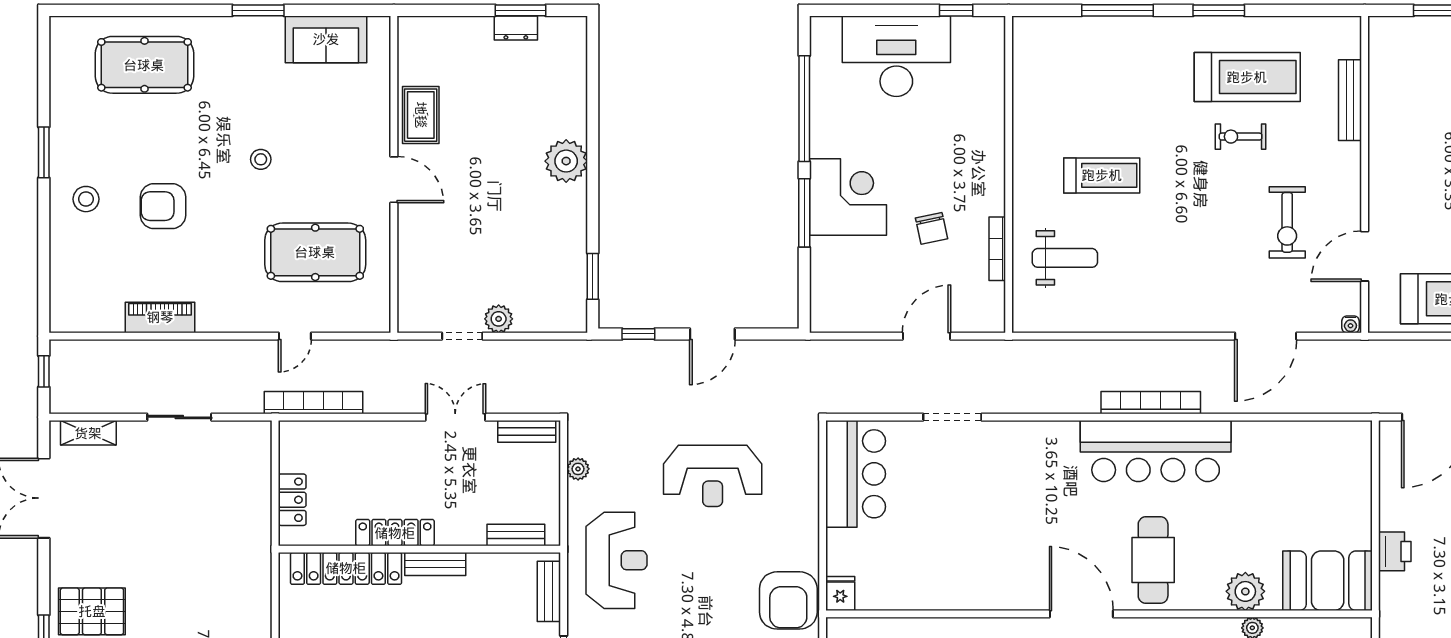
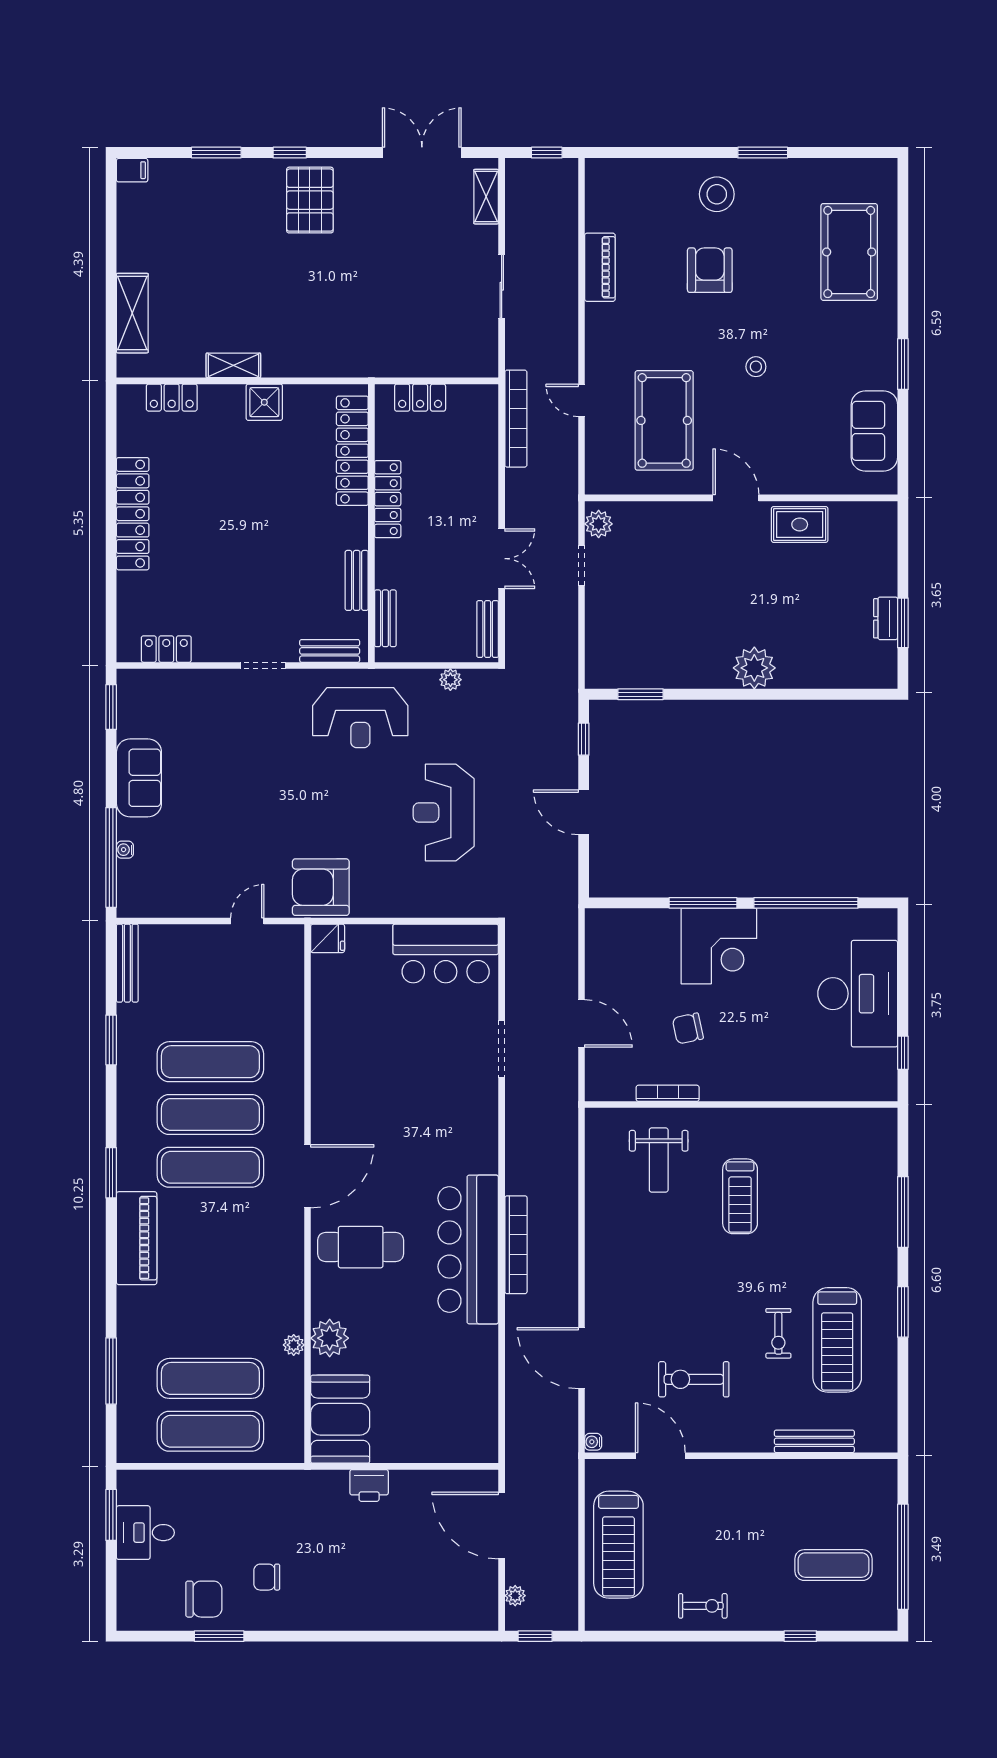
exercise bike: (1241, 137) -> (778, 1333), turned 180
door: (394, 180) -> (736, 498), swing flipped
stool: (86, 199) -> (717, 194), width x1.38, depth x1.38
plant: (499, 319) -> (599, 524), moved
bench: (435, 564) -> (357, 580), moved

